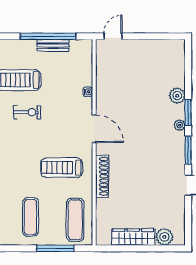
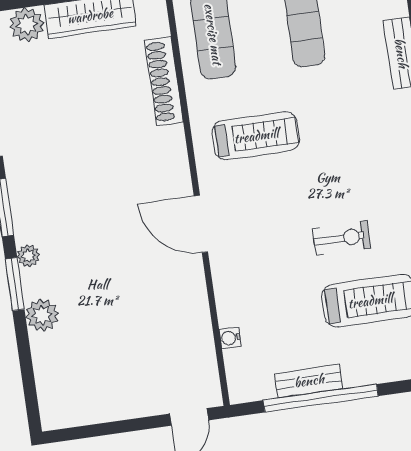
water cooler: (88, 92) -> (230, 338), moved
exercise bike: (27, 112) -> (342, 238), turned 180
shoe rack: (102, 176) -> (164, 81), moved

